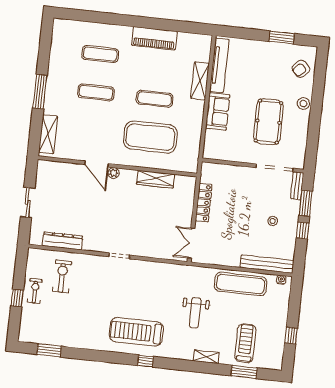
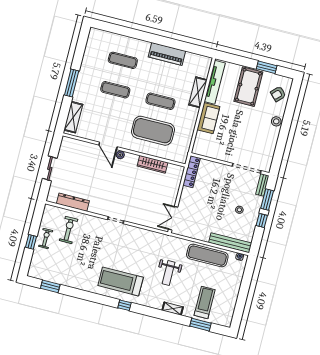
pool table: (268, 122) -> (248, 87), moved
locker: (204, 203) -> (192, 172), moved
window: (291, 336) -> (241, 301), removed

